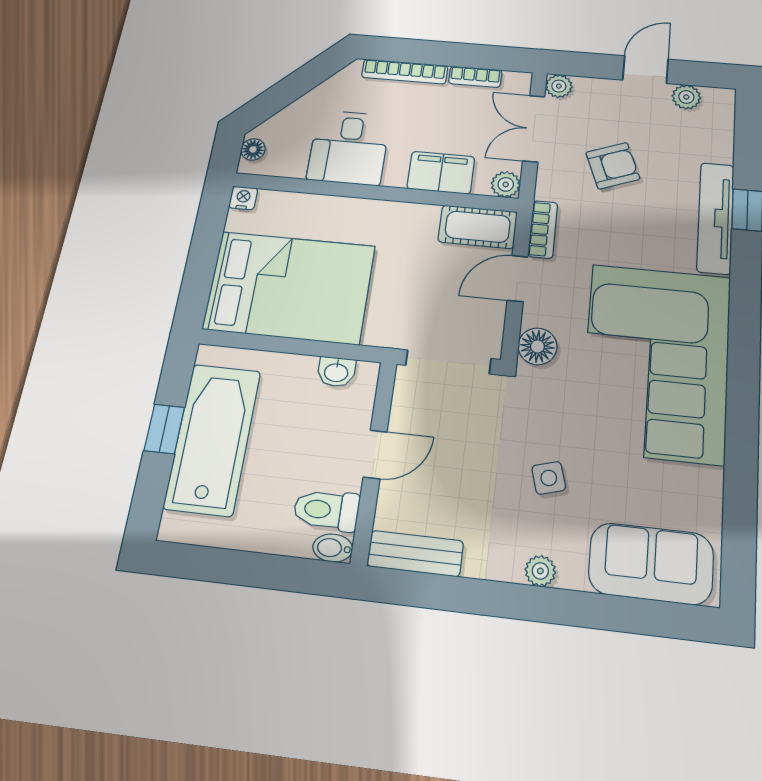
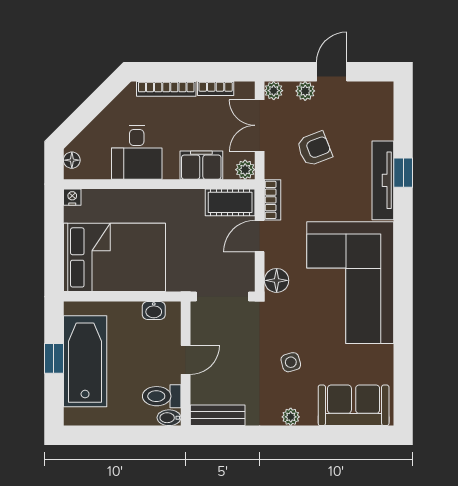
plant: (686, 97) -> (305, 91), moved

